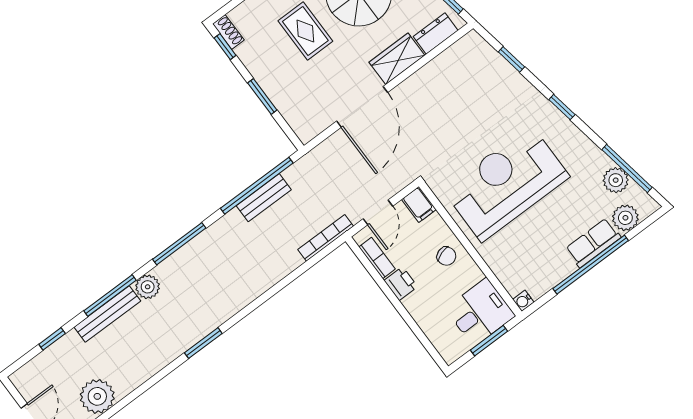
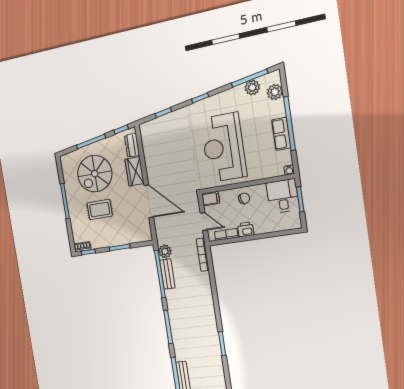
row of seats: (593, 243) -> (281, 134), moved
plant: (148, 287) -> (165, 251), moved

